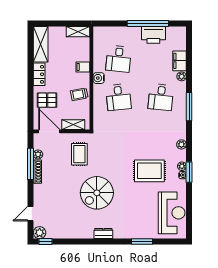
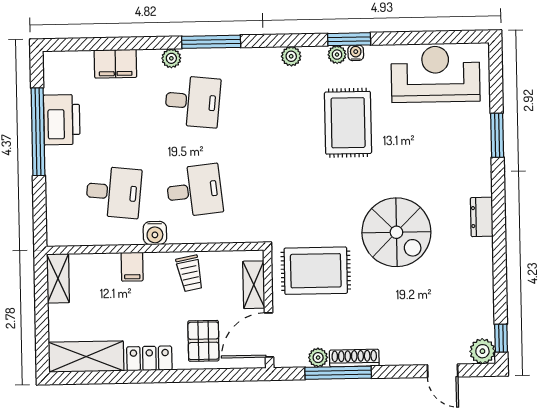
plant: (182, 76) -> (171, 58), moved
rug: (79, 154) -> (316, 271), width x1.36, depth x1.43

